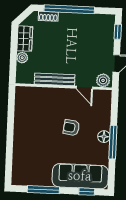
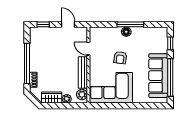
plant: (103, 80) -> (82, 95), moved
door: (84, 88) -> (88, 49), swing flipped
corner sofa: (34, 114) -> (111, 88), added
sofa: (80, 176) -> (158, 76), moved
window: (43, 190) -> (170, 78), width x1.46

